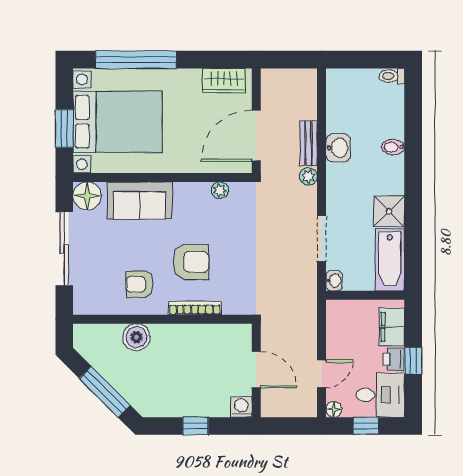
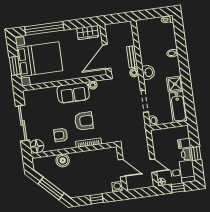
washbasin: (338, 148) -> (148, 72), moved
floor lamp: (87, 196) -> (37, 146), moved
sofa: (140, 201) -> (73, 93), moved
filing cabinet: (392, 327) -> (184, 143), width x0.50
door: (322, 374) -> (153, 166), hinge flipped

